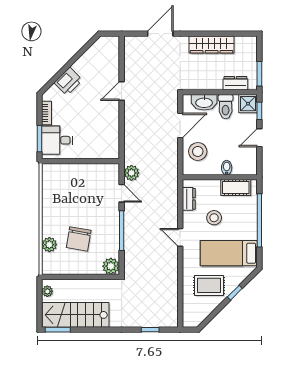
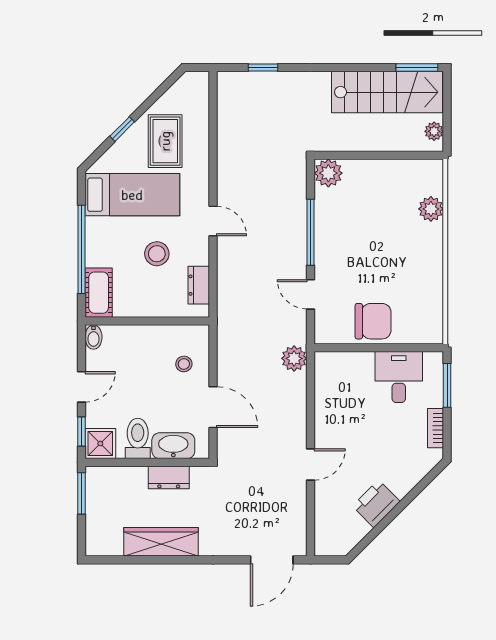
door: (160, 34) -> (272, 560), moved
printer: (68, 81) -> (376, 504), moved
dresser: (235, 83) -> (169, 477), moved
door: (180, 126) -> (213, 407), swing flipped
desk: (57, 140) -> (399, 377), moved, turned -90
stool: (198, 151) -> (184, 364), width x0.53, depth x0.53
bidet: (227, 168) -> (94, 337), moved
plant: (131, 173) -> (294, 358), moved
cot: (236, 188) -> (99, 293), moved, turned 90
chair: (79, 239) -> (373, 321), moved, turned 80
rug: (209, 285) -> (165, 141), turned 90

